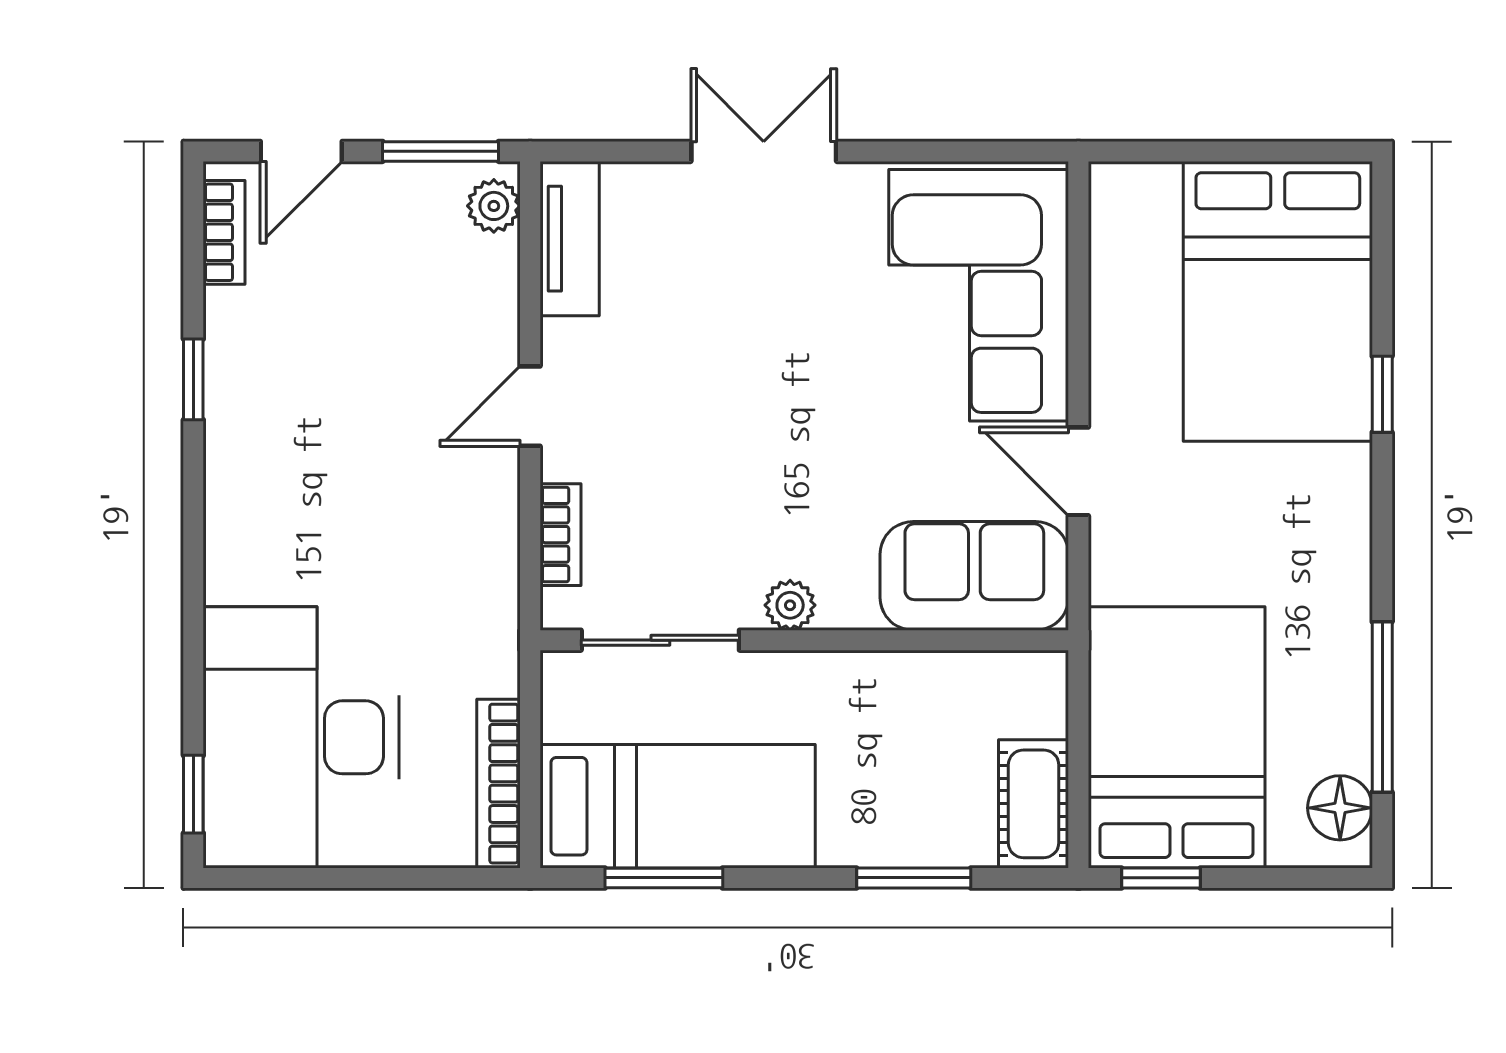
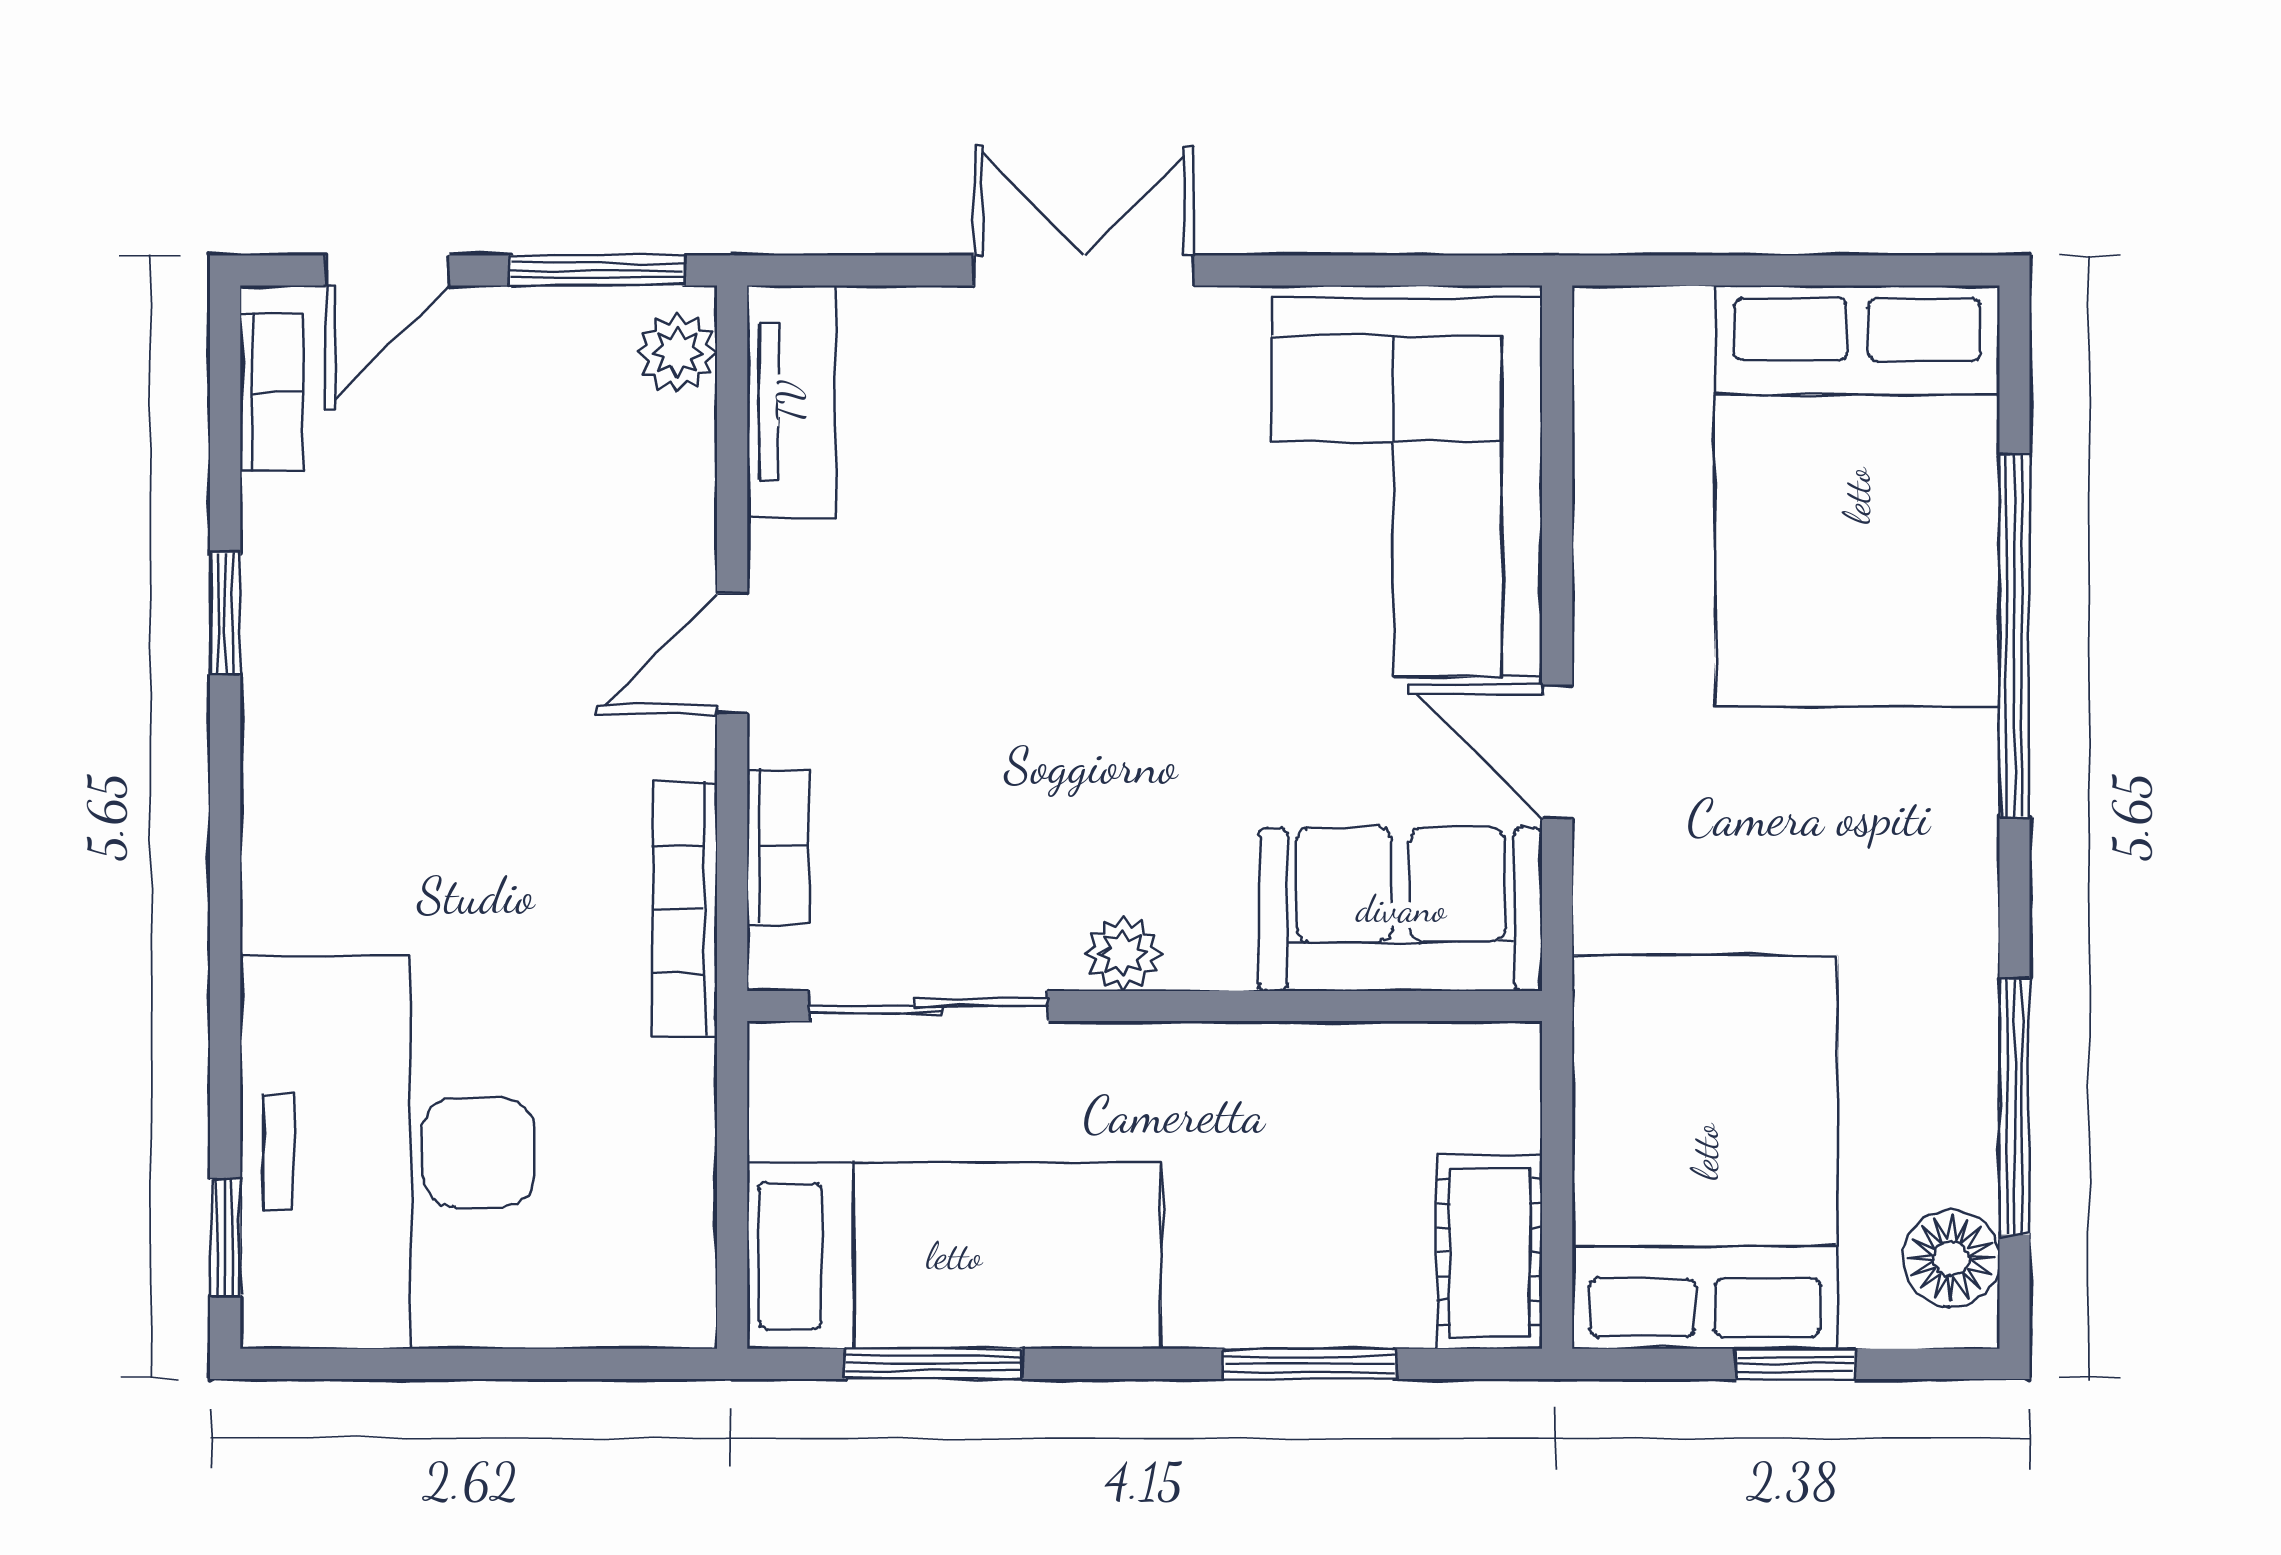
window: (1382, 394) -> (2014, 636), width x3.17
bookcase: (499, 784) -> (685, 909), moved
window: (1161, 878) -> (1795, 1364), moved

